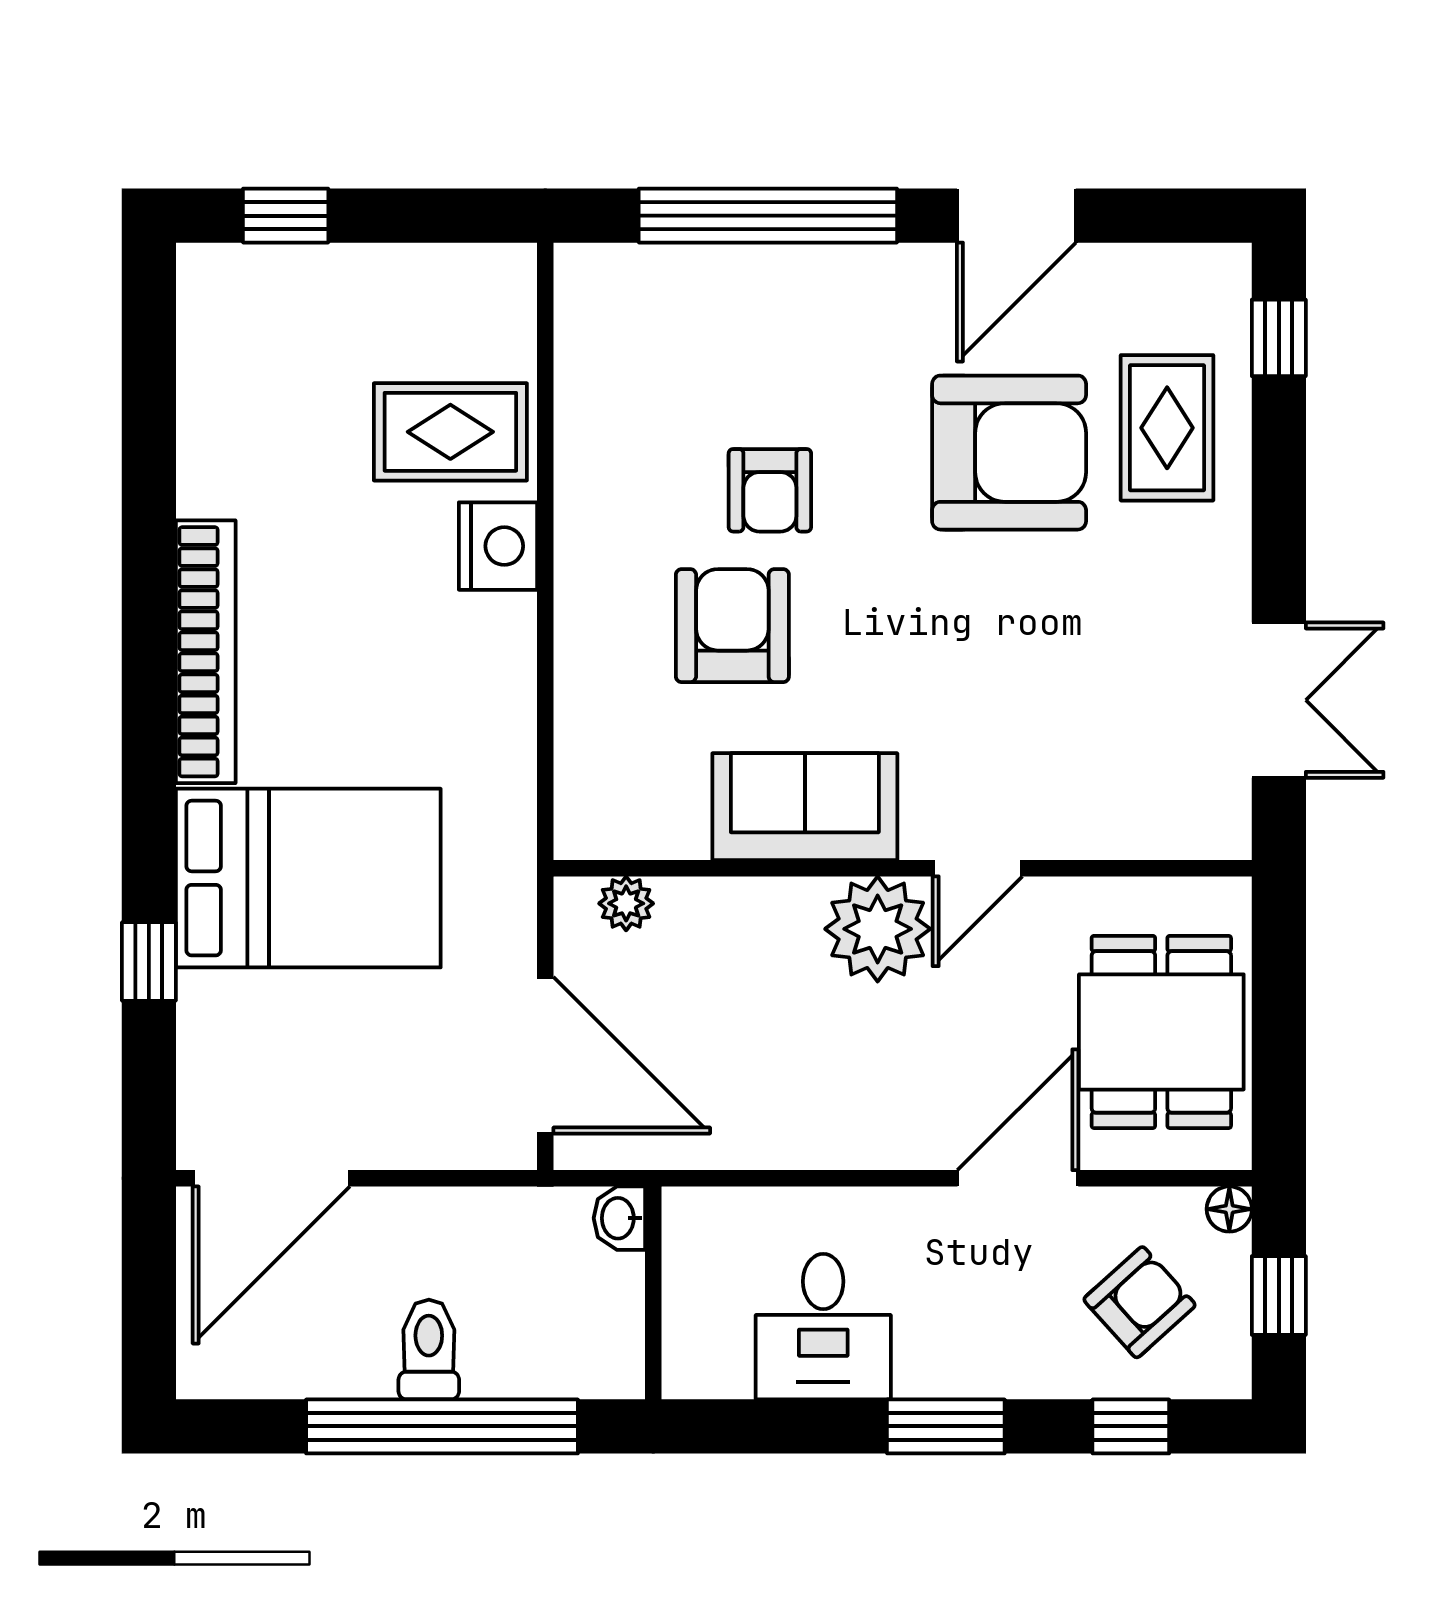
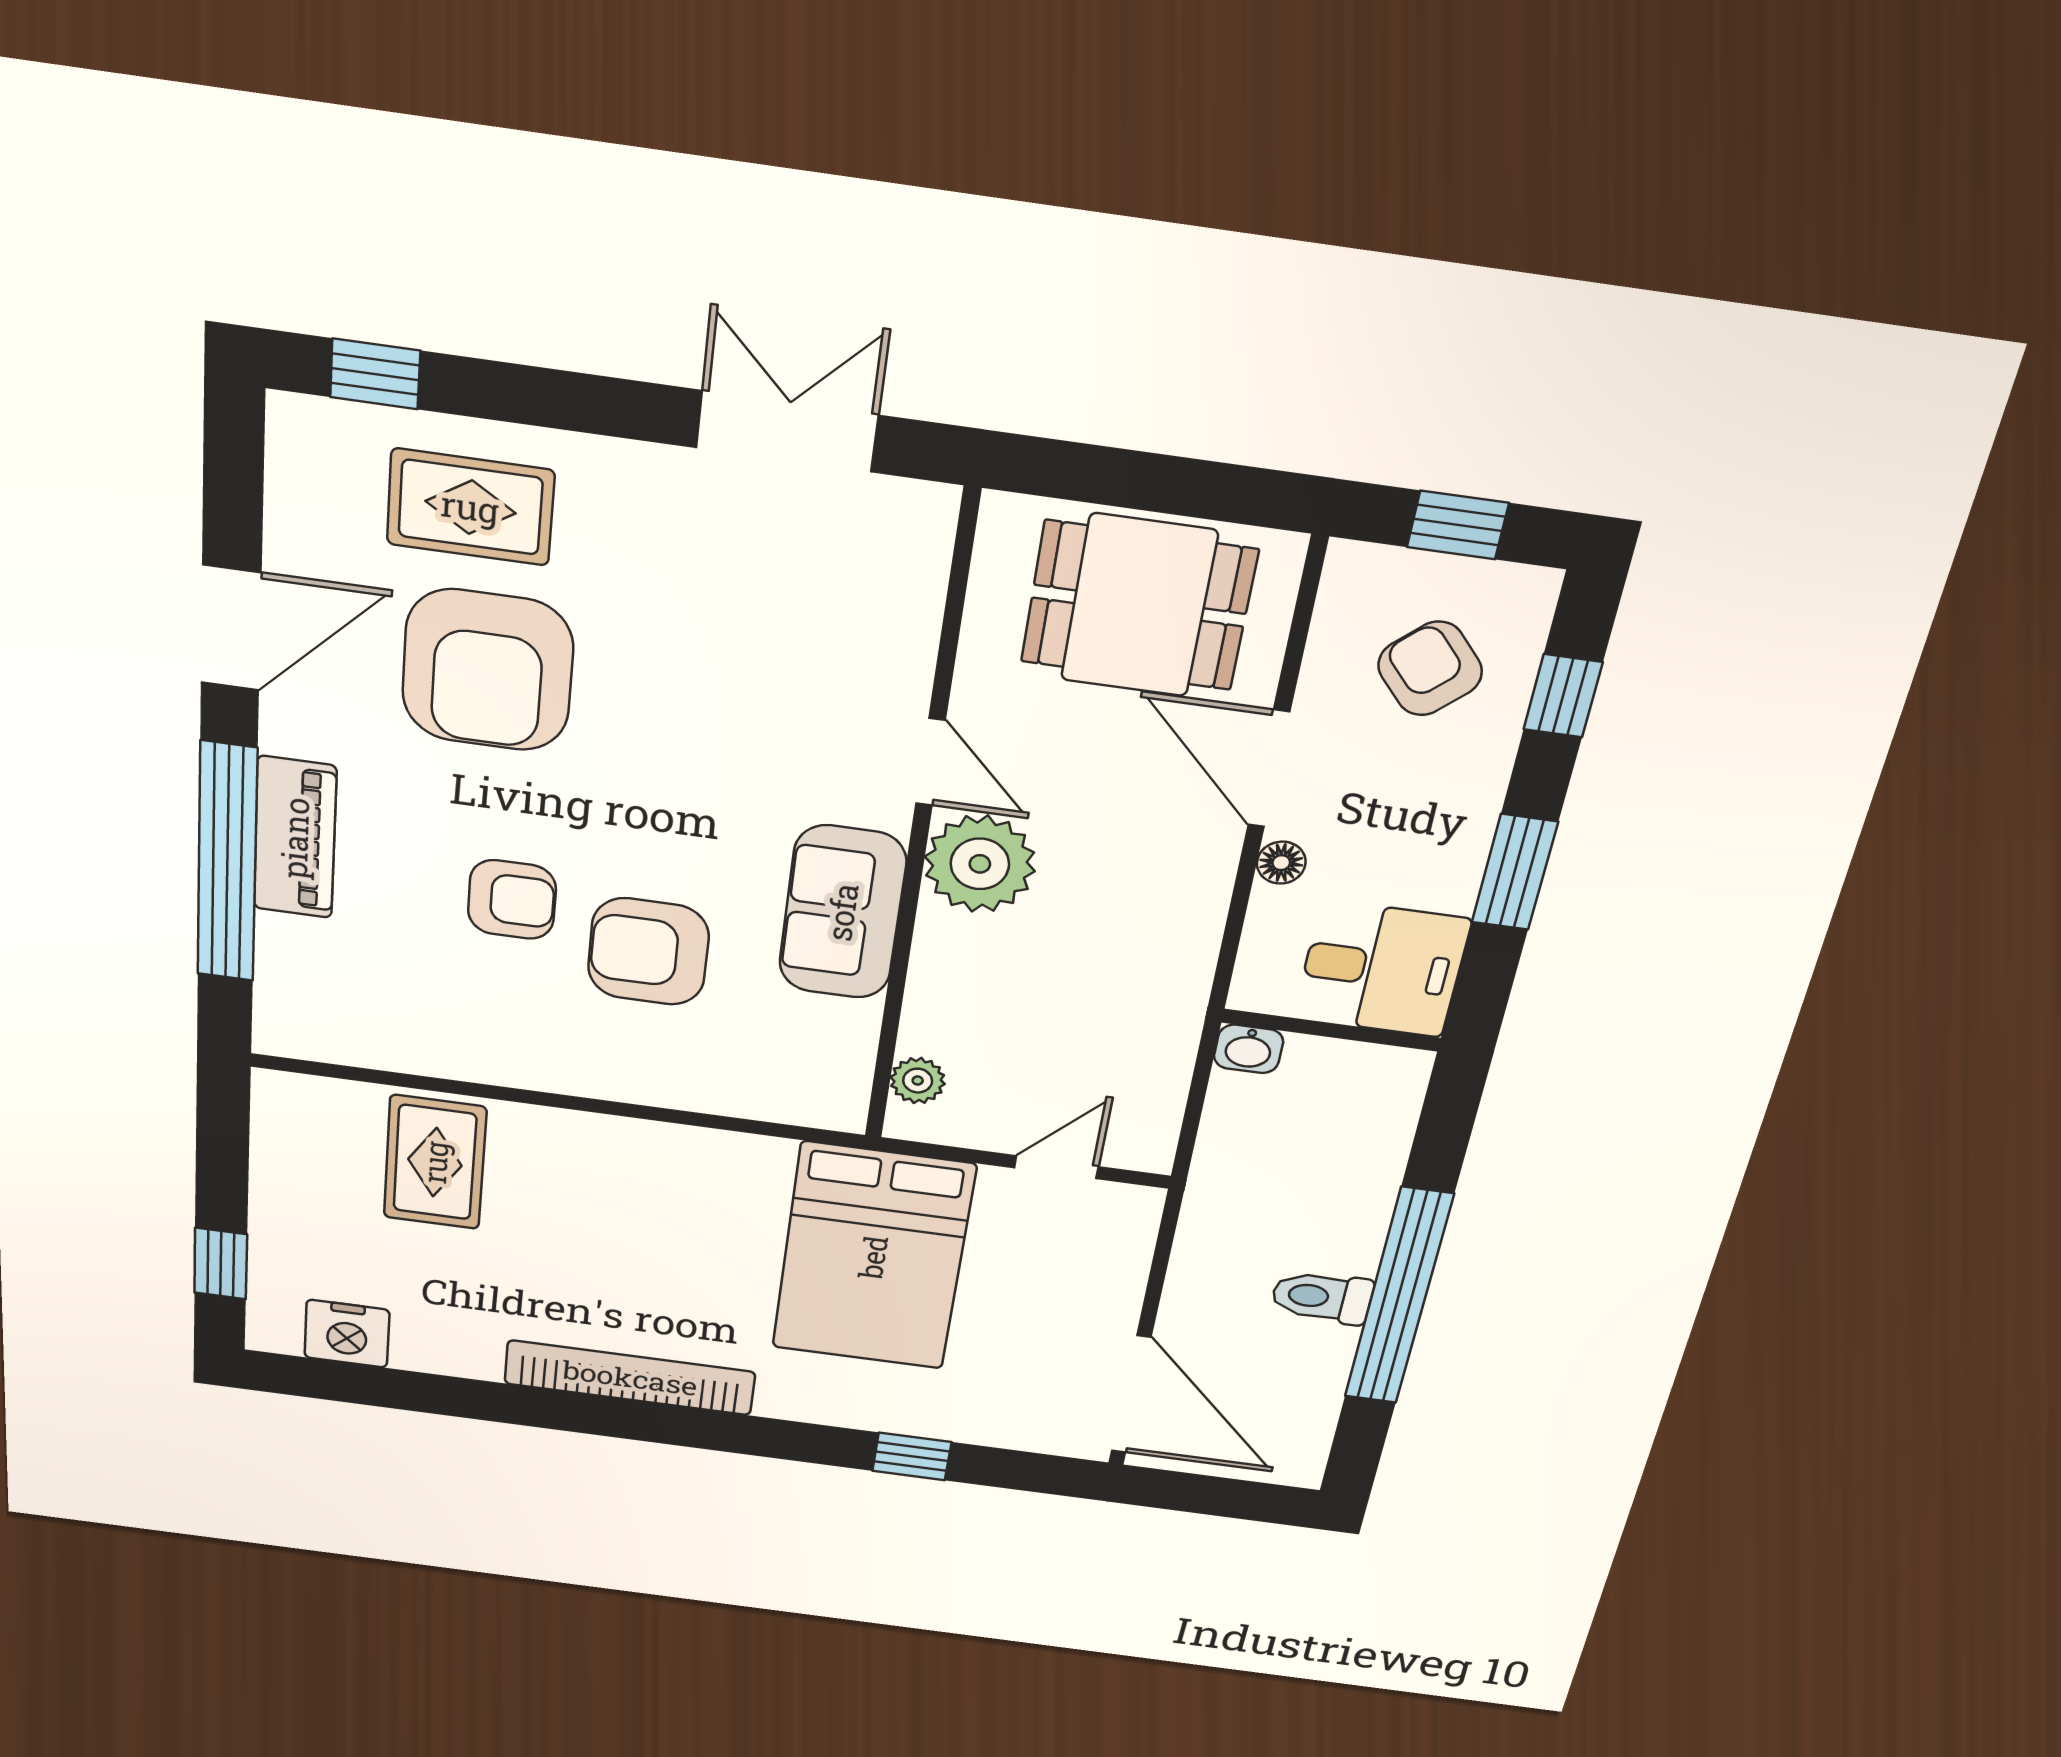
door: (1016, 216) -> (231, 628), hinge flipped
piano: (806, 280) -> (295, 838), added
armchair: (1009, 453) -> (488, 670), turned 180
nightstand: (498, 546) -> (347, 1334), moved, turned 180
bed: (308, 878) -> (873, 1257), moved, turned 180
door: (545, 1055) -> (1056, 1167), width x0.53
floor lamp: (1229, 1209) -> (1281, 863), moved
washbasin: (619, 1218) -> (1249, 1049), moved
wall: (653, 1293) -> (1331, 1030), moved

